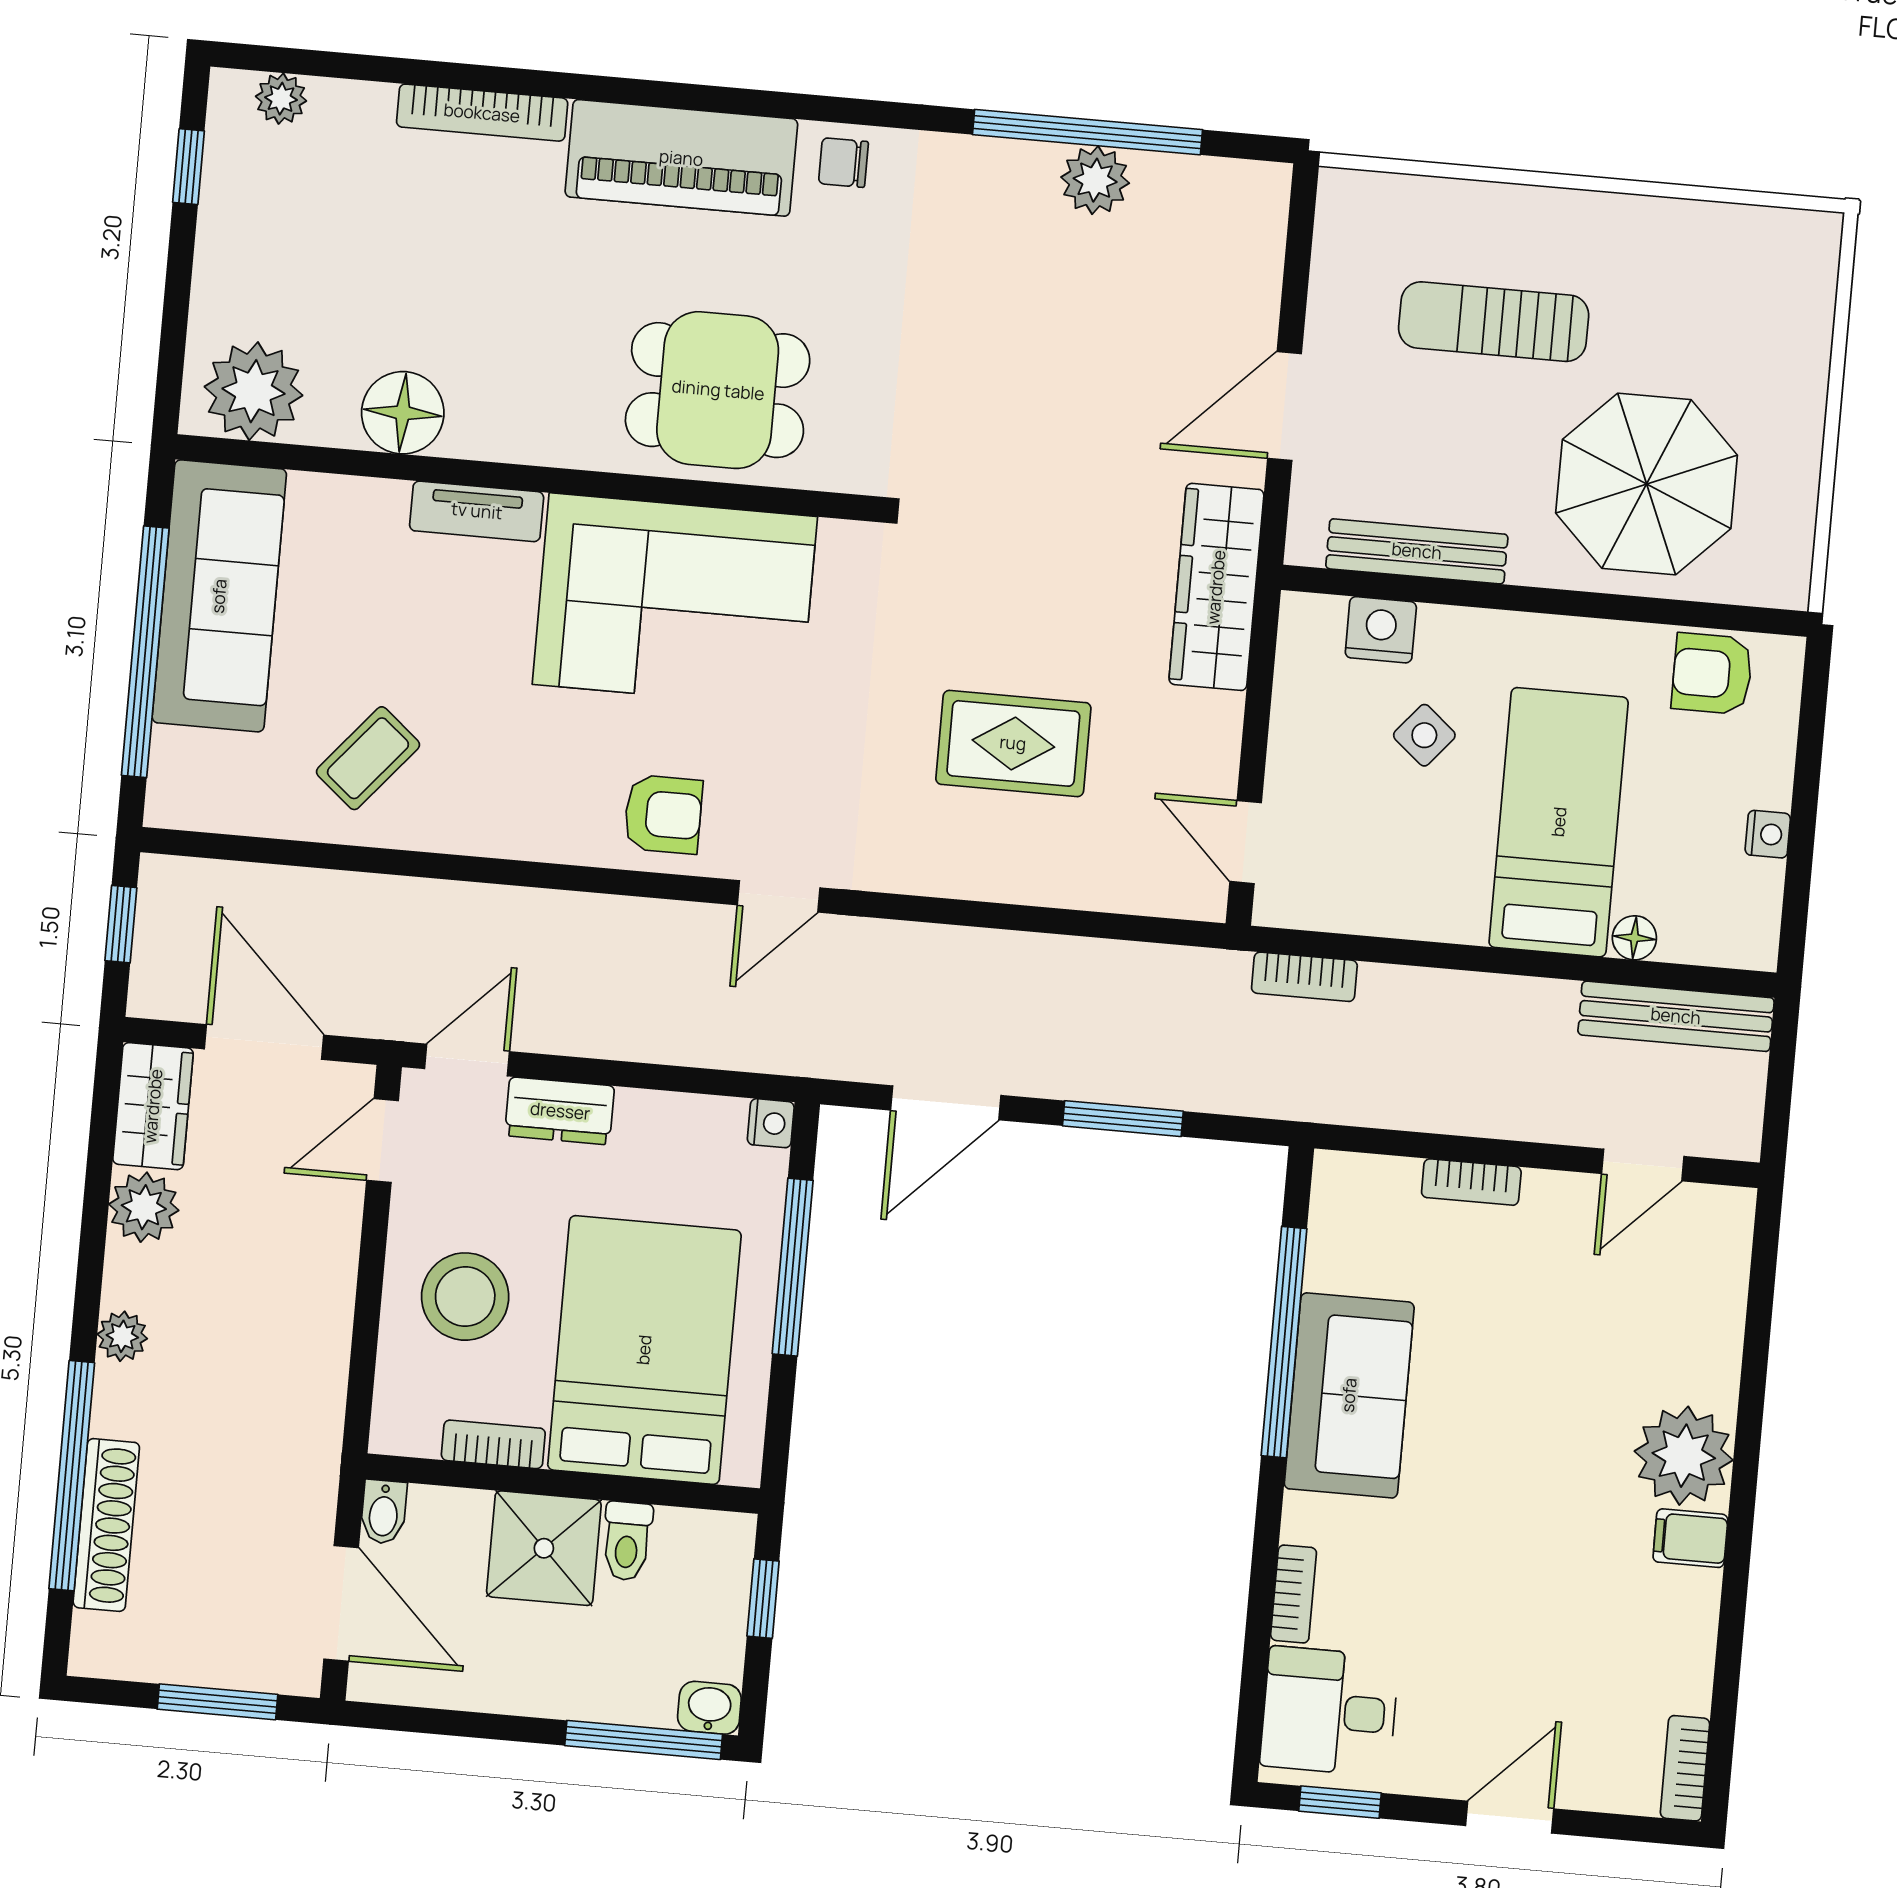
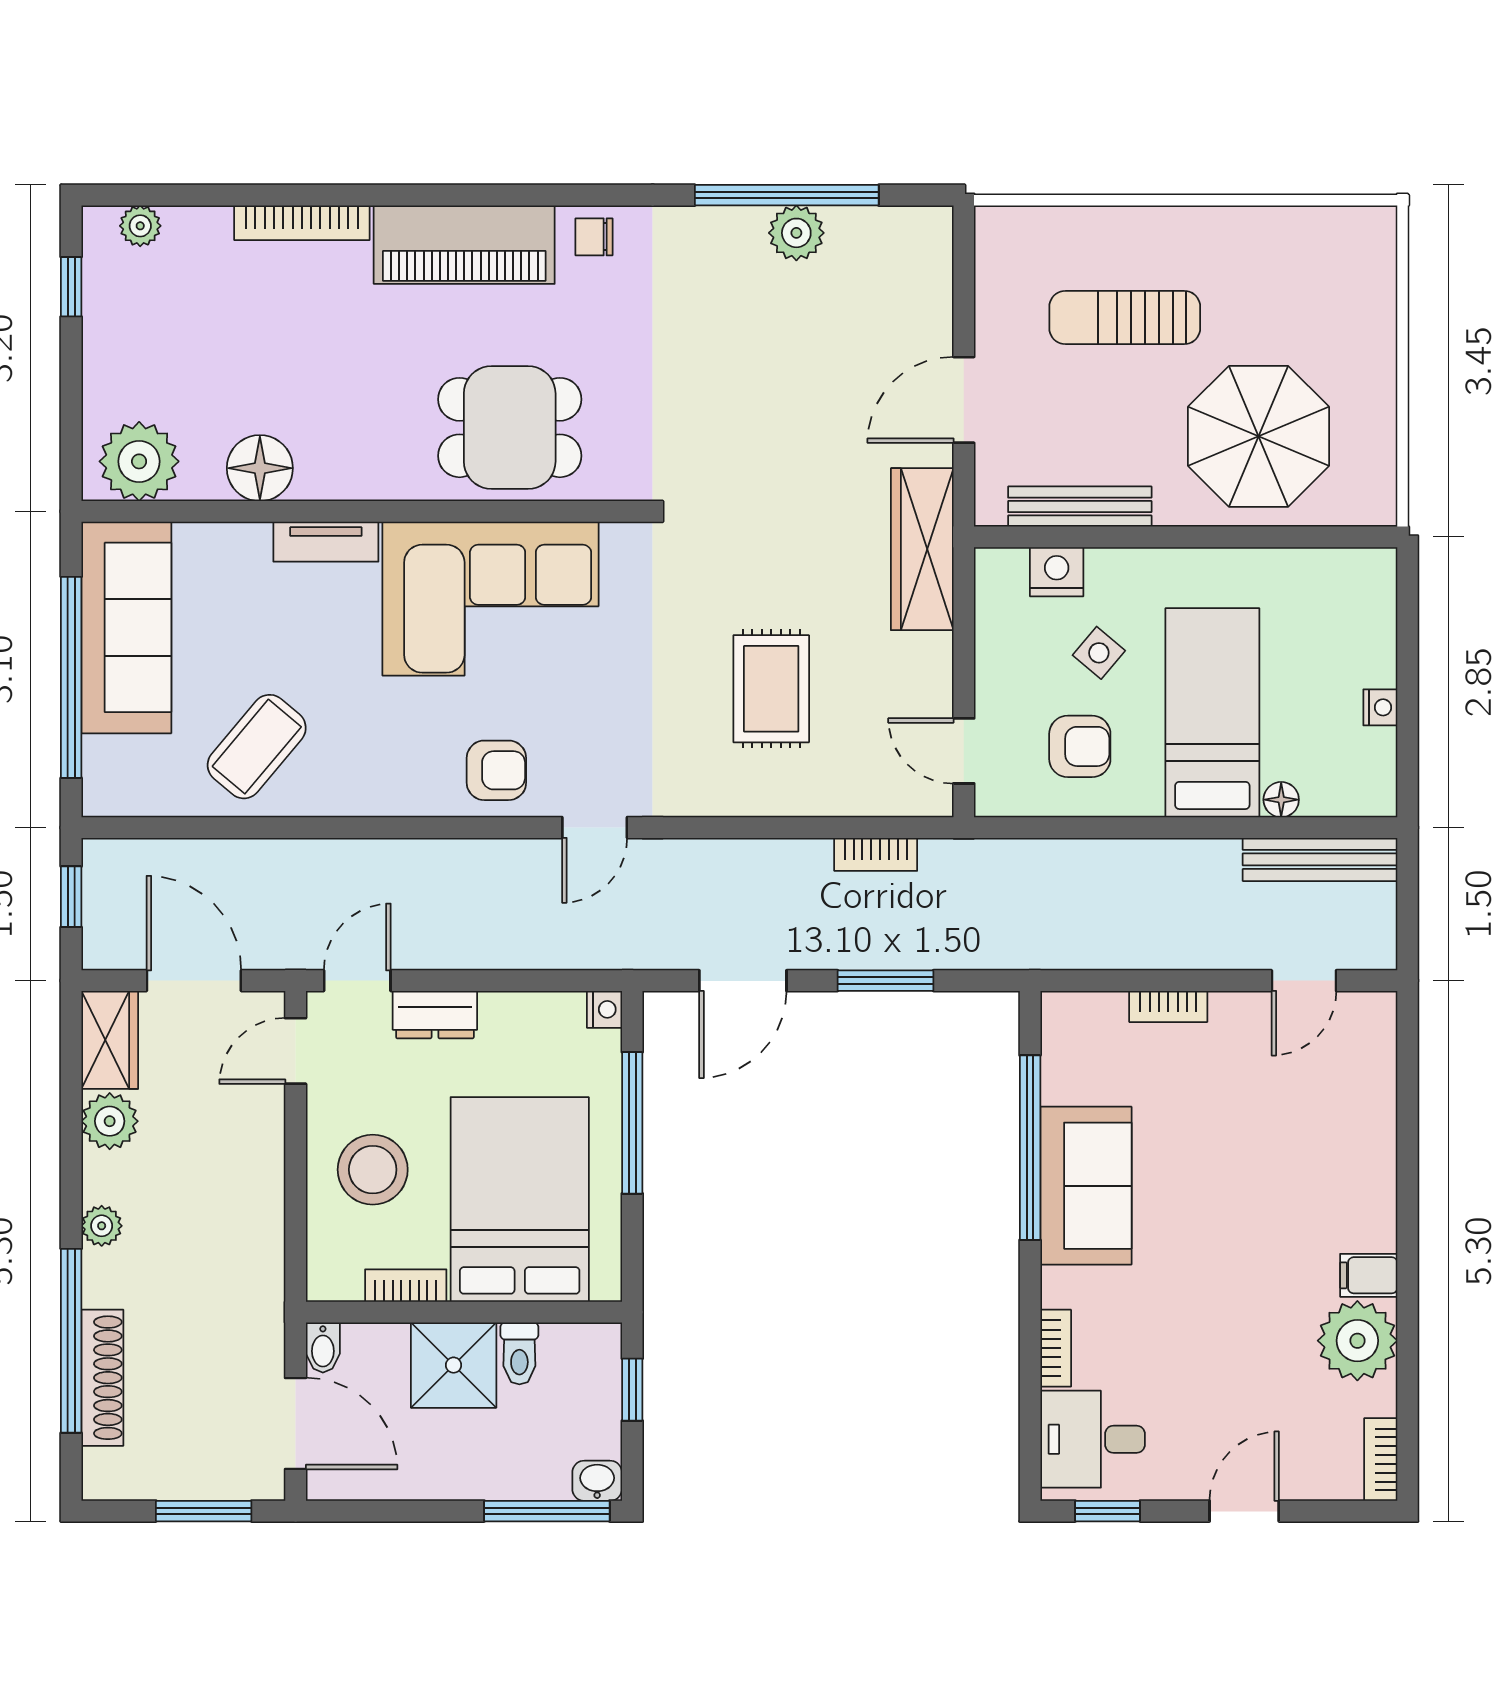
armchair: (1712, 674) -> (1080, 746), moved, turned 180
rug: (1013, 743) -> (771, 689), turned 90
coffee table: (368, 758) -> (257, 747), width x1.36, depth x1.30
bookcase: (1304, 977) -> (876, 854), moved
plant: (1684, 1456) -> (1357, 1341), moved

